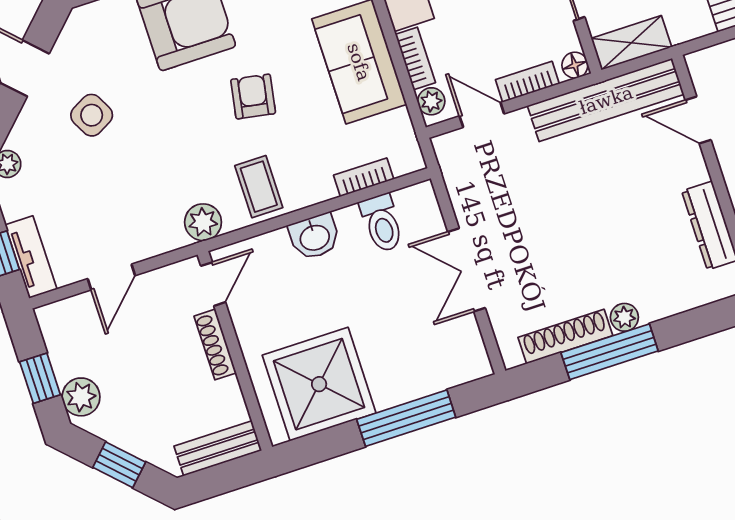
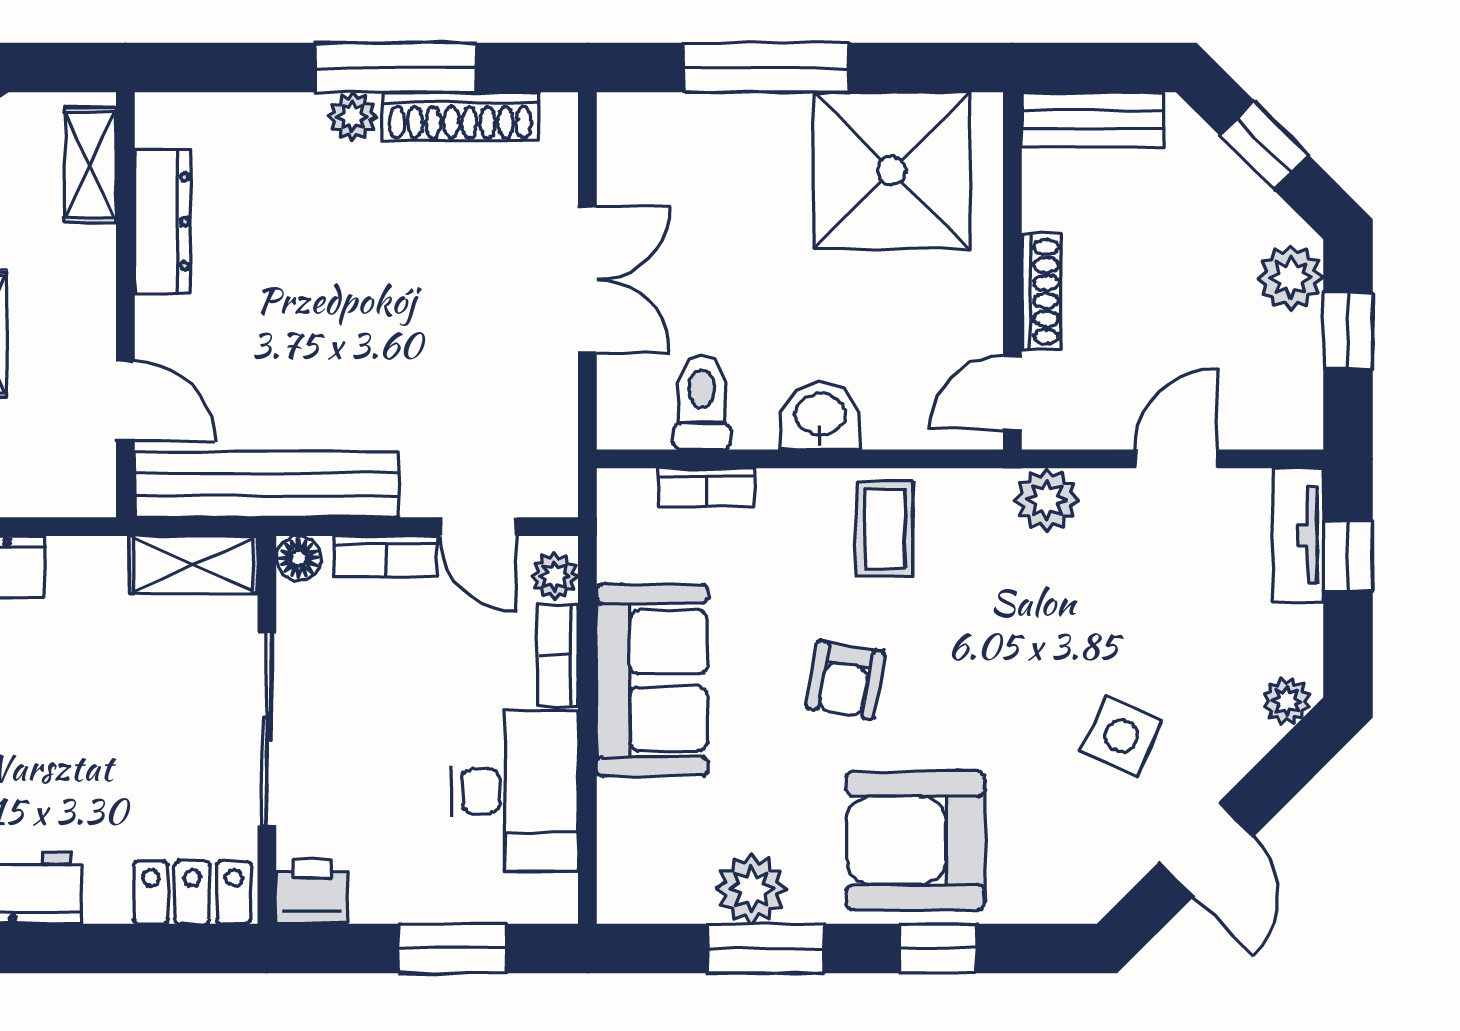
side table: (92, 115) -> (1122, 736), turned -38
plant: (203, 222) -> (1047, 500), moved

